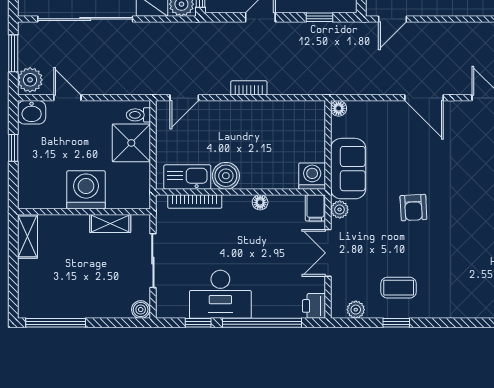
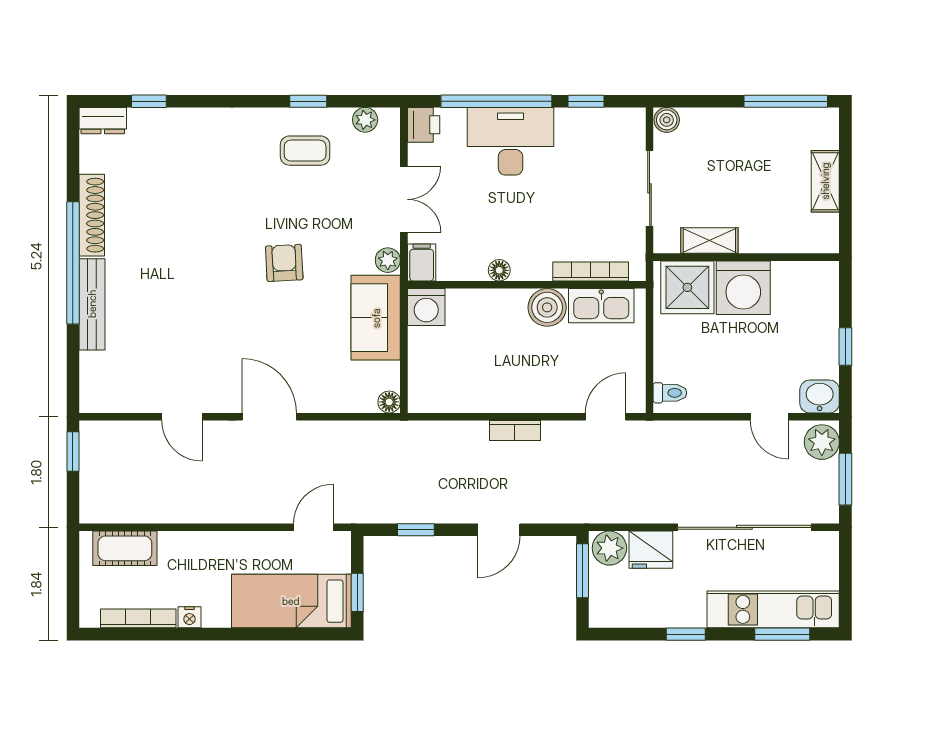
shower: (131, 143) -> (687, 287), moved
shelving: (27, 236) -> (825, 181), moved
desk: (220, 294) -> (511, 141), moved

